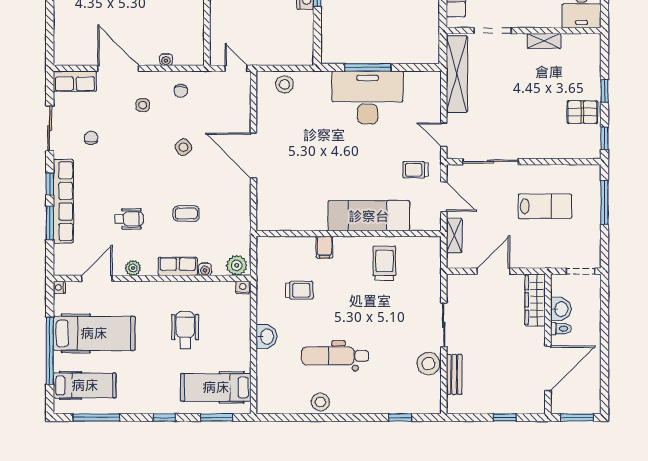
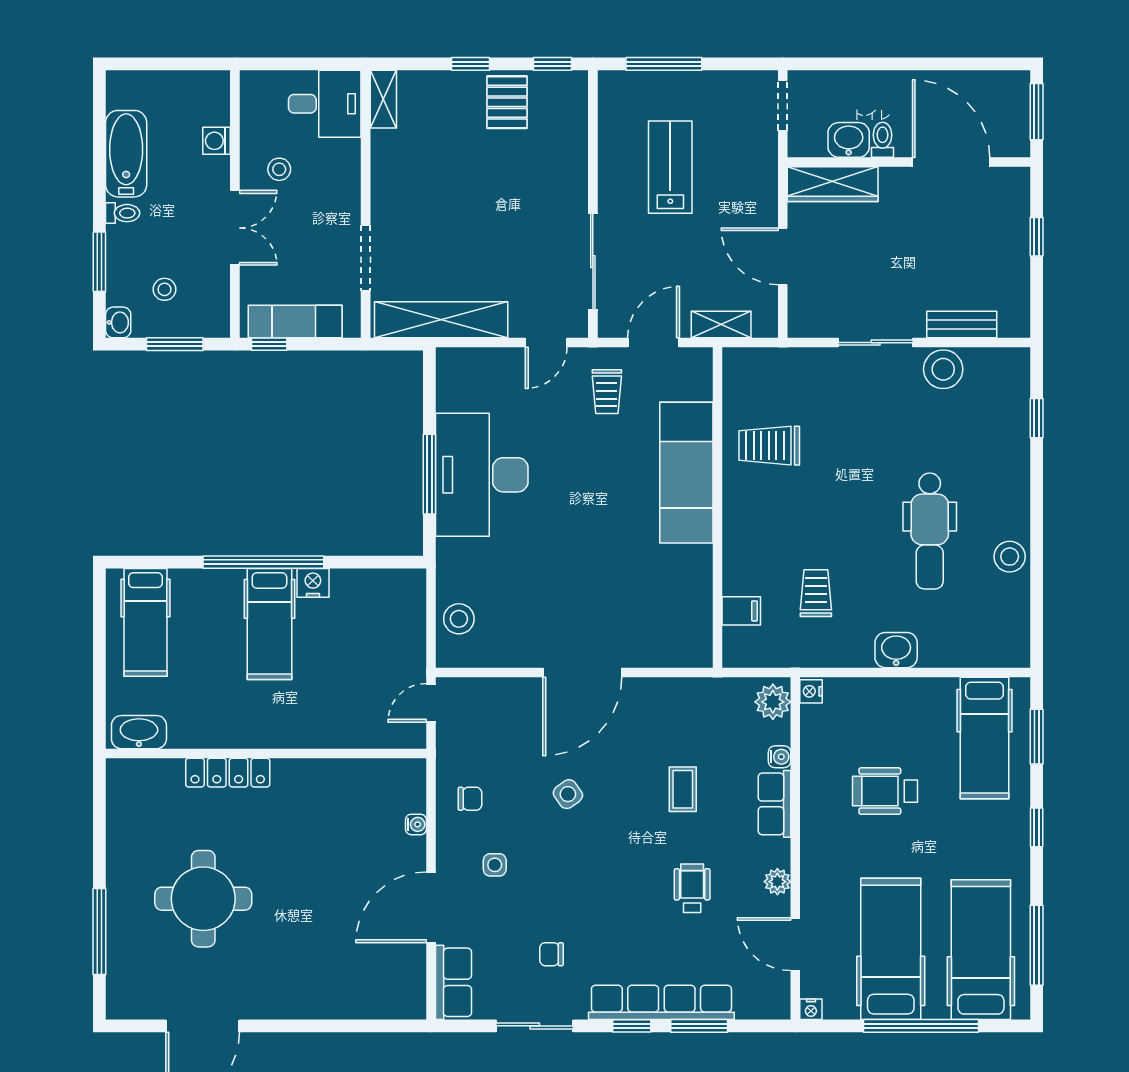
shelving: (544, 41) -> (383, 99), moved
filing cabinet: (324, 247) -> (741, 611), moved
hospital bed: (85, 385) -> (981, 950), width x1.37, depth x1.29

